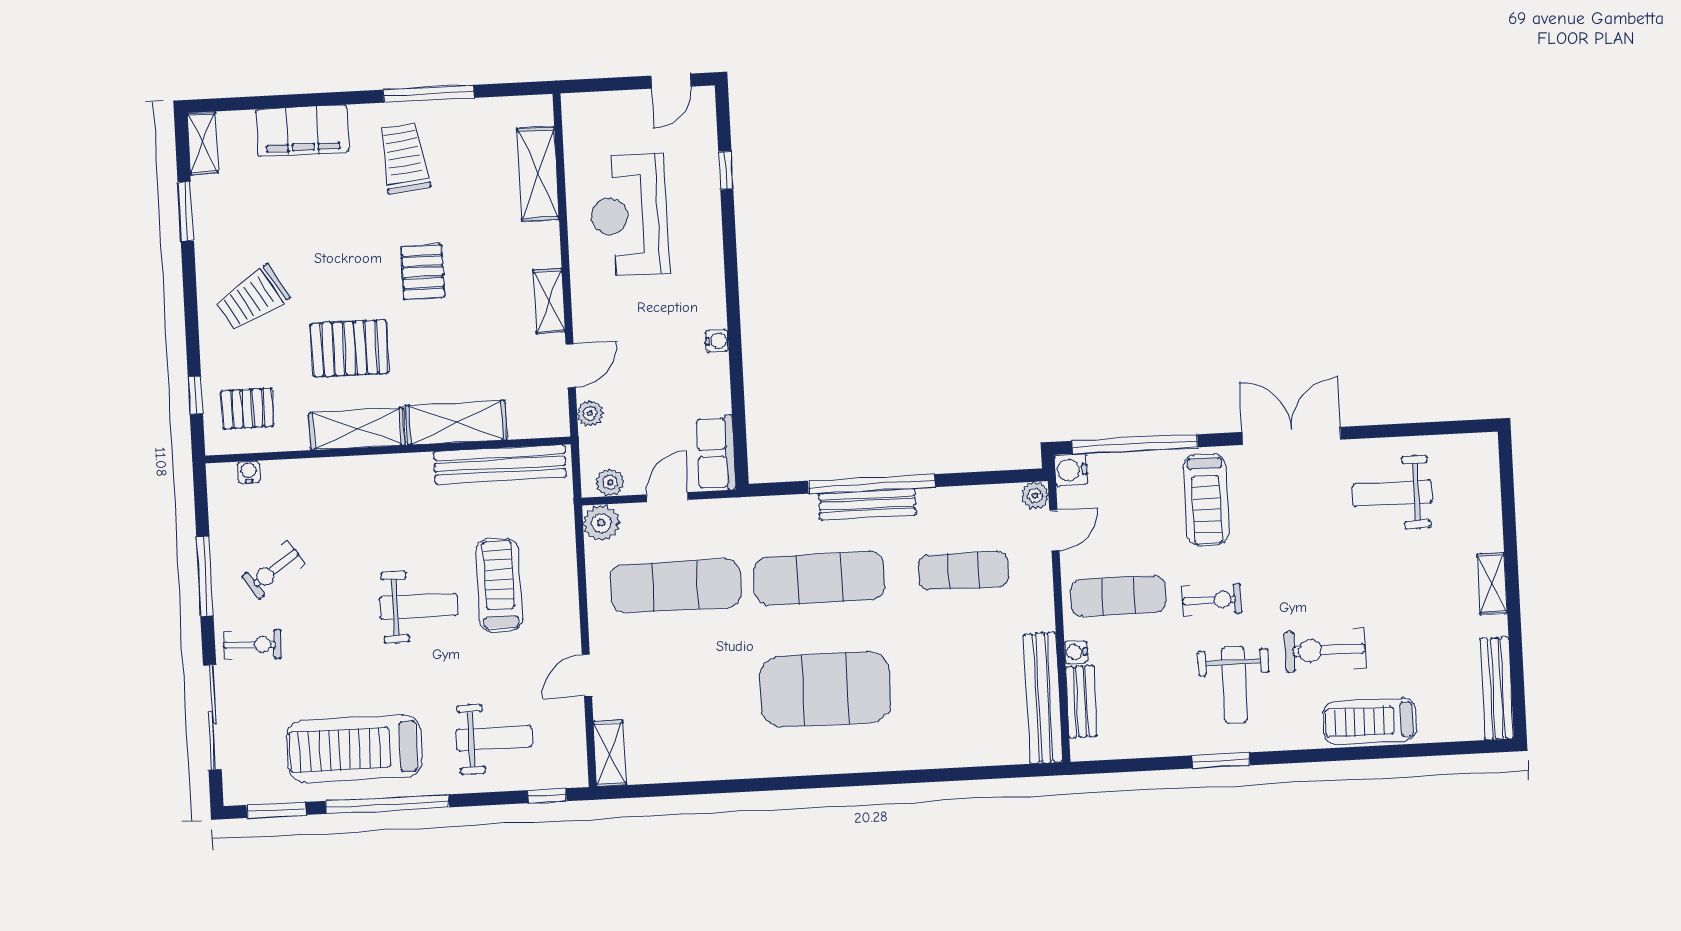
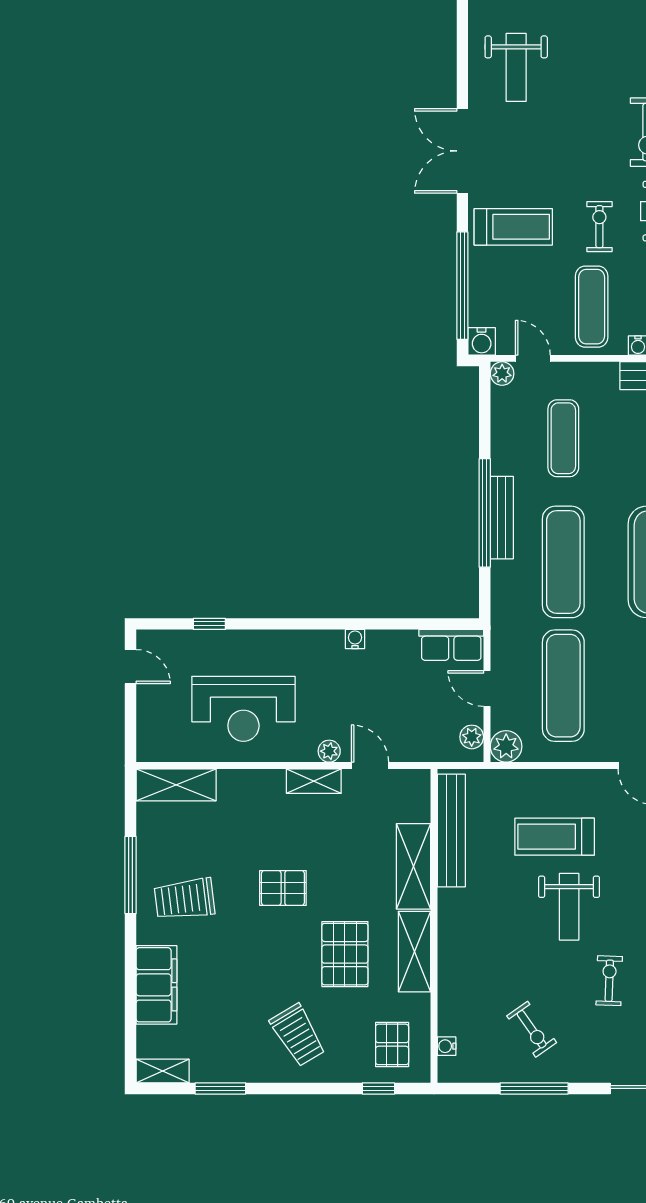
shelving: (538, 174) -> (176, 785), moved
plant: (590, 413) -> (329, 751), moved
weight bench: (418, 606) -> (569, 907), turned 180
exercise bike: (252, 645) -> (609, 981), moved

